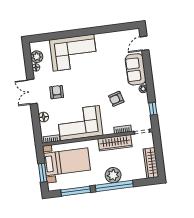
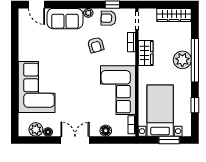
double door: (32, 92) -> (75, 140), swing flipped
armchair: (57, 92) -> (108, 18), moved
wardrobe: (115, 143) -> (146, 53), width x0.67
window: (76, 191) -> (195, 105), width x0.46

